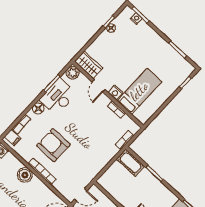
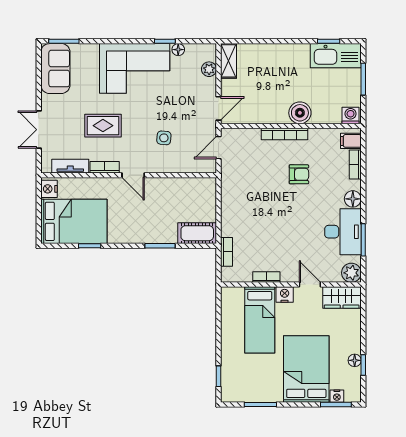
bed: (139, 46) -> (306, 369), added
armchair: (53, 145) -> (299, 174), width x0.53, depth x0.53

